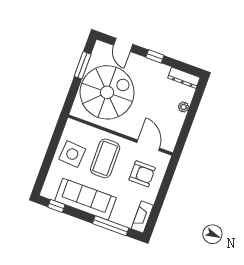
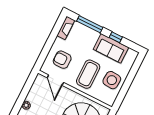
sofa: (86, 199) -> (111, 48), width x0.73
window: (56, 206) -> (116, 37), moved

